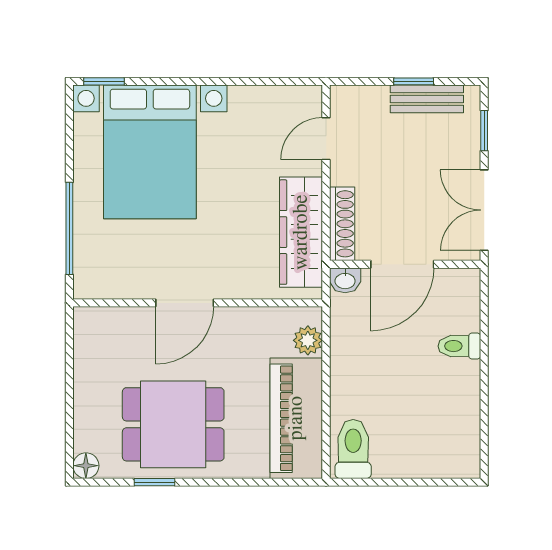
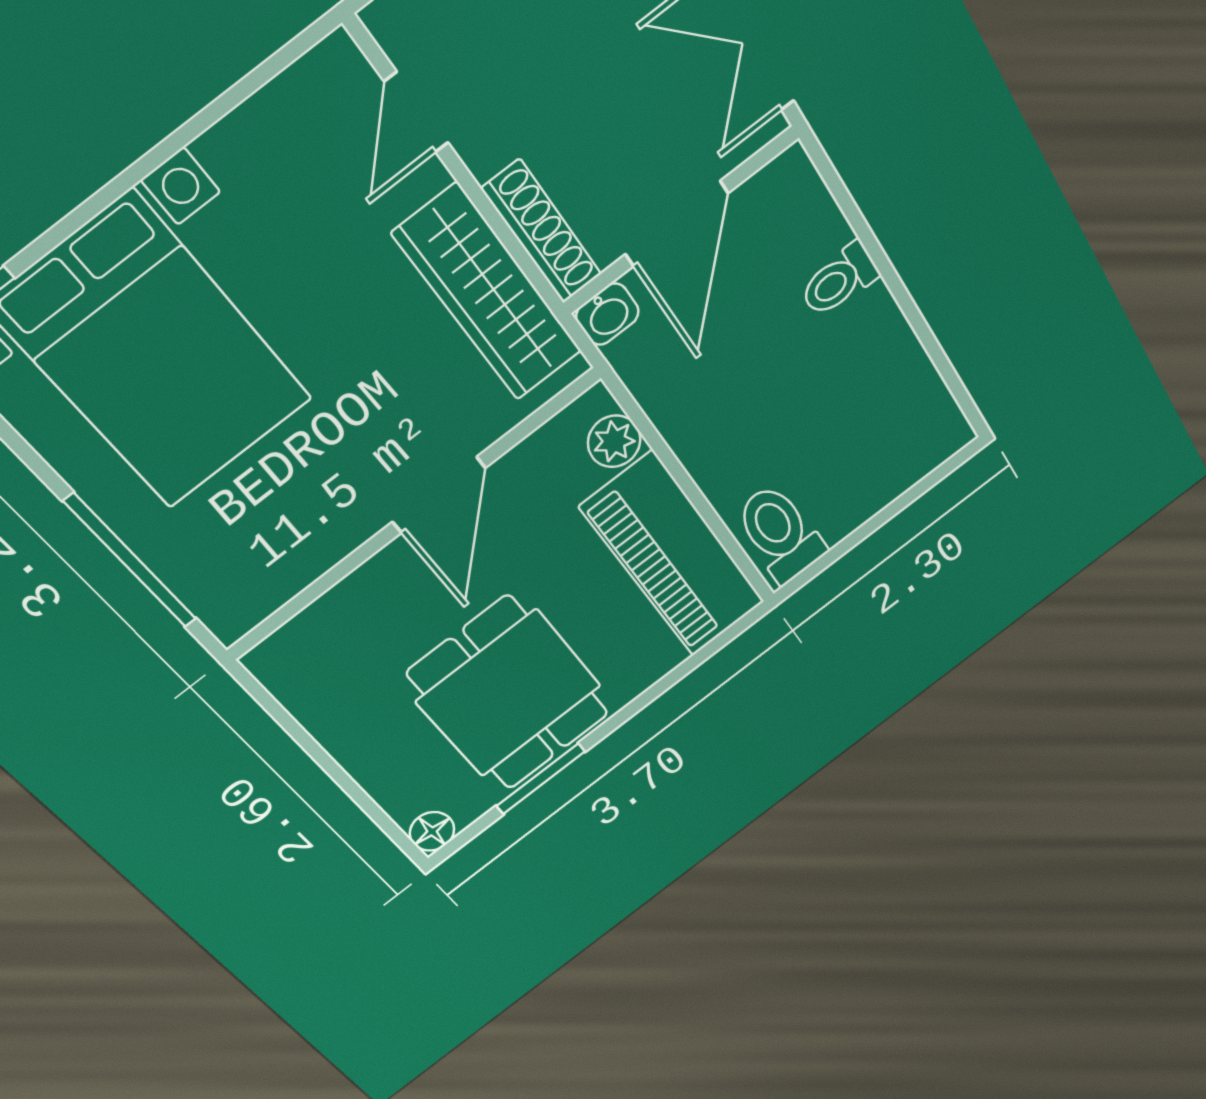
door: (185, 303) -> (439, 495), moved
dining table: (173, 424) -> (509, 694), turned 90
window: (154, 482) -> (541, 779), width x1.50

